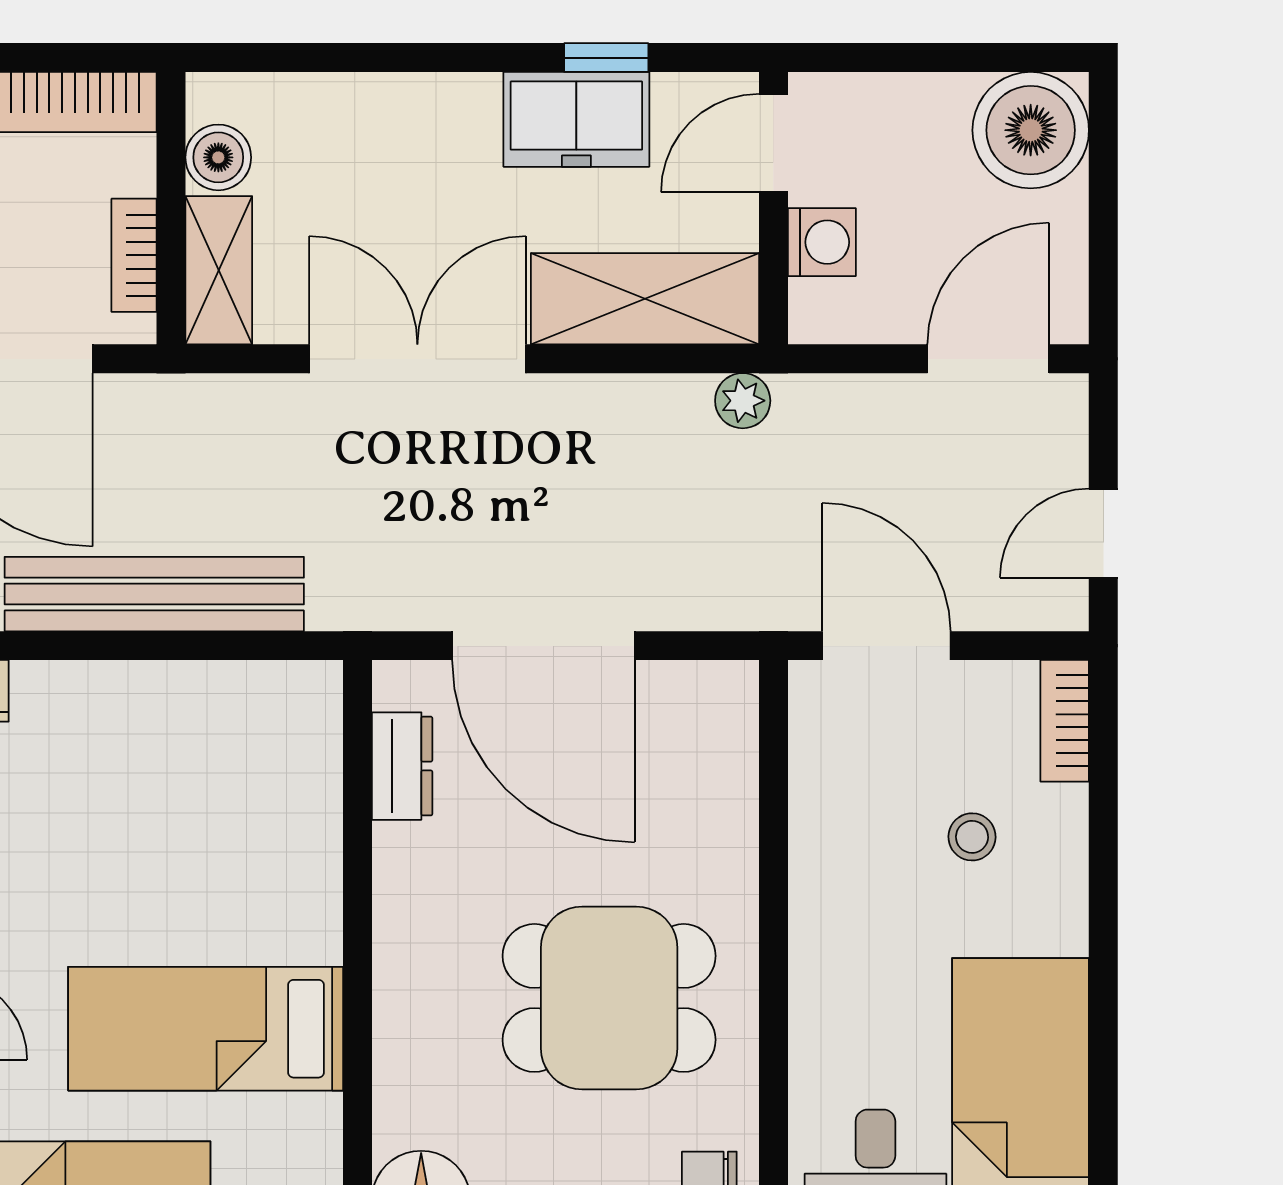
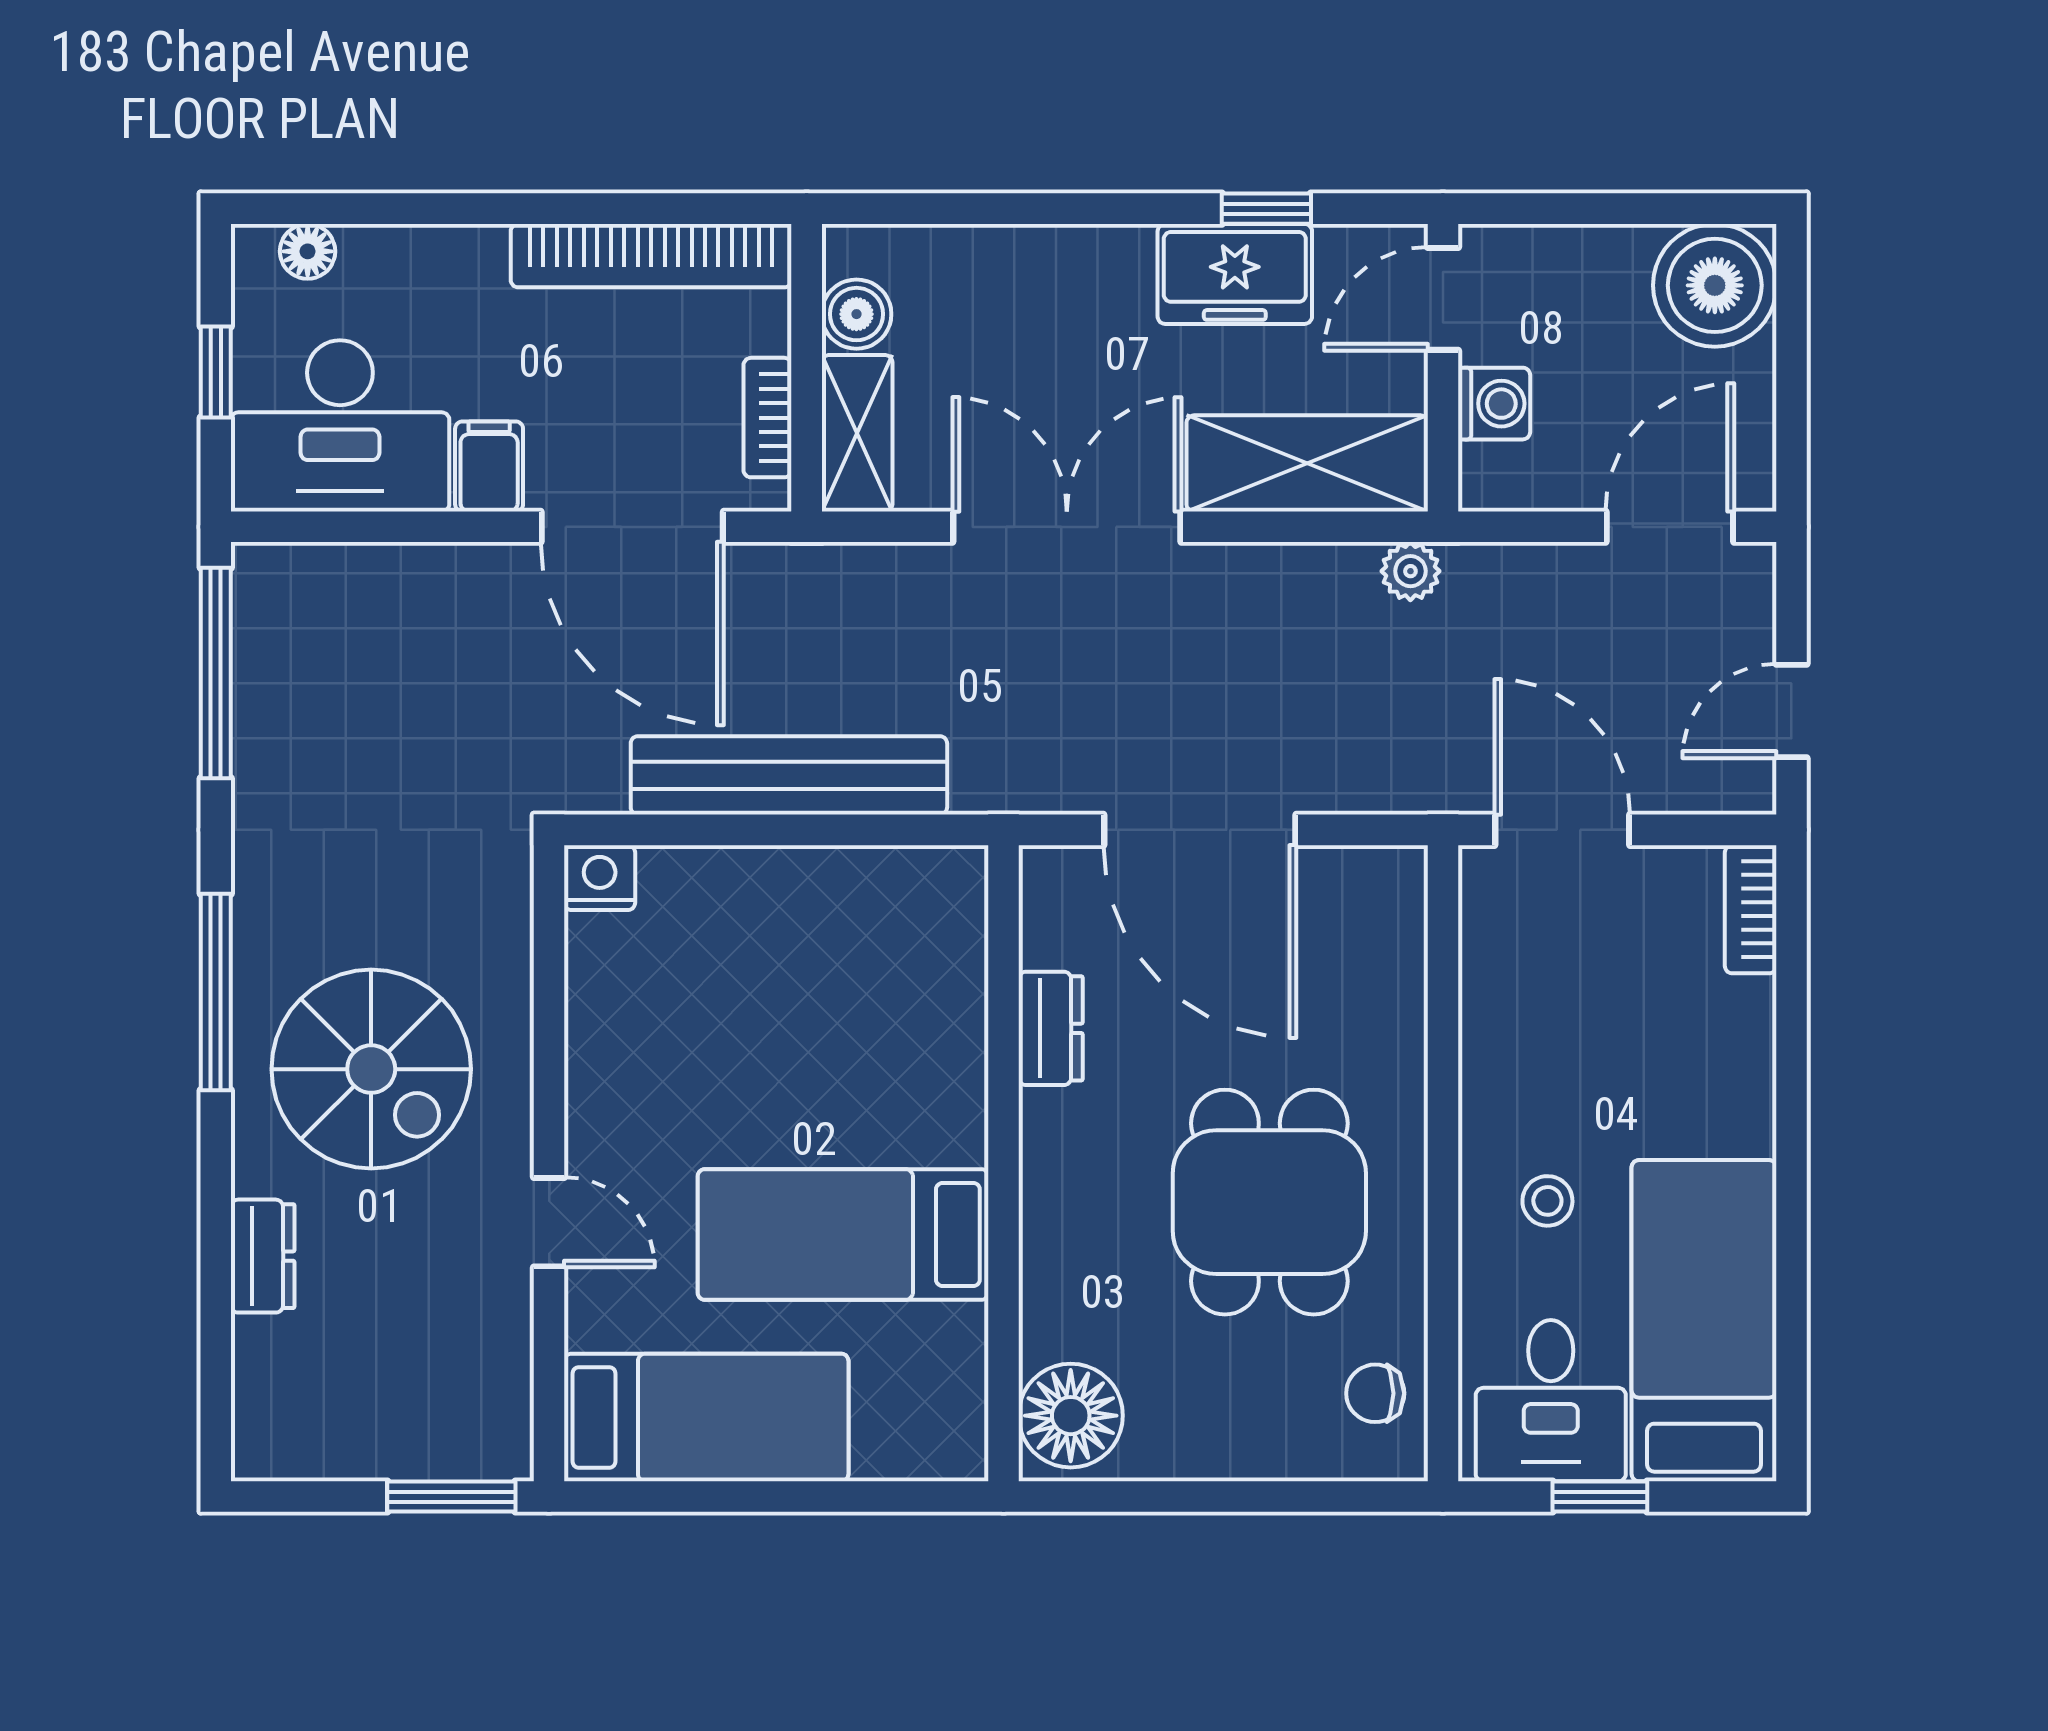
dresser: (402, 766) -> (1051, 1028), moved
stool: (972, 837) -> (1547, 1201), moved
dining table: (609, 998) -> (1269, 1202), turned 90

